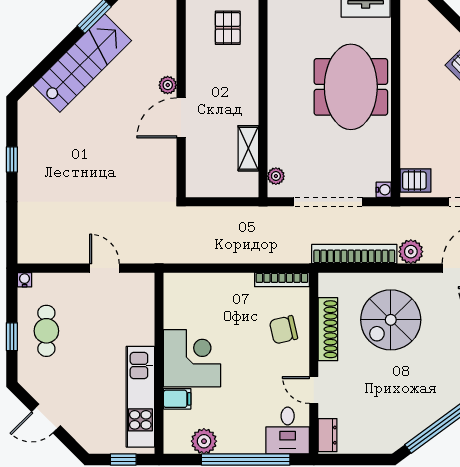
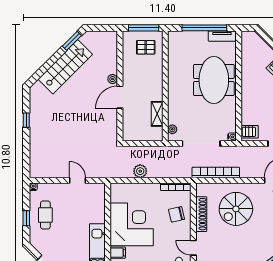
pallet: (228, 28) -> (146, 47), turned 90
plant: (411, 252) -> (140, 171), moved
corner desk: (192, 358) -> (132, 224), width x1.36, depth x1.36

